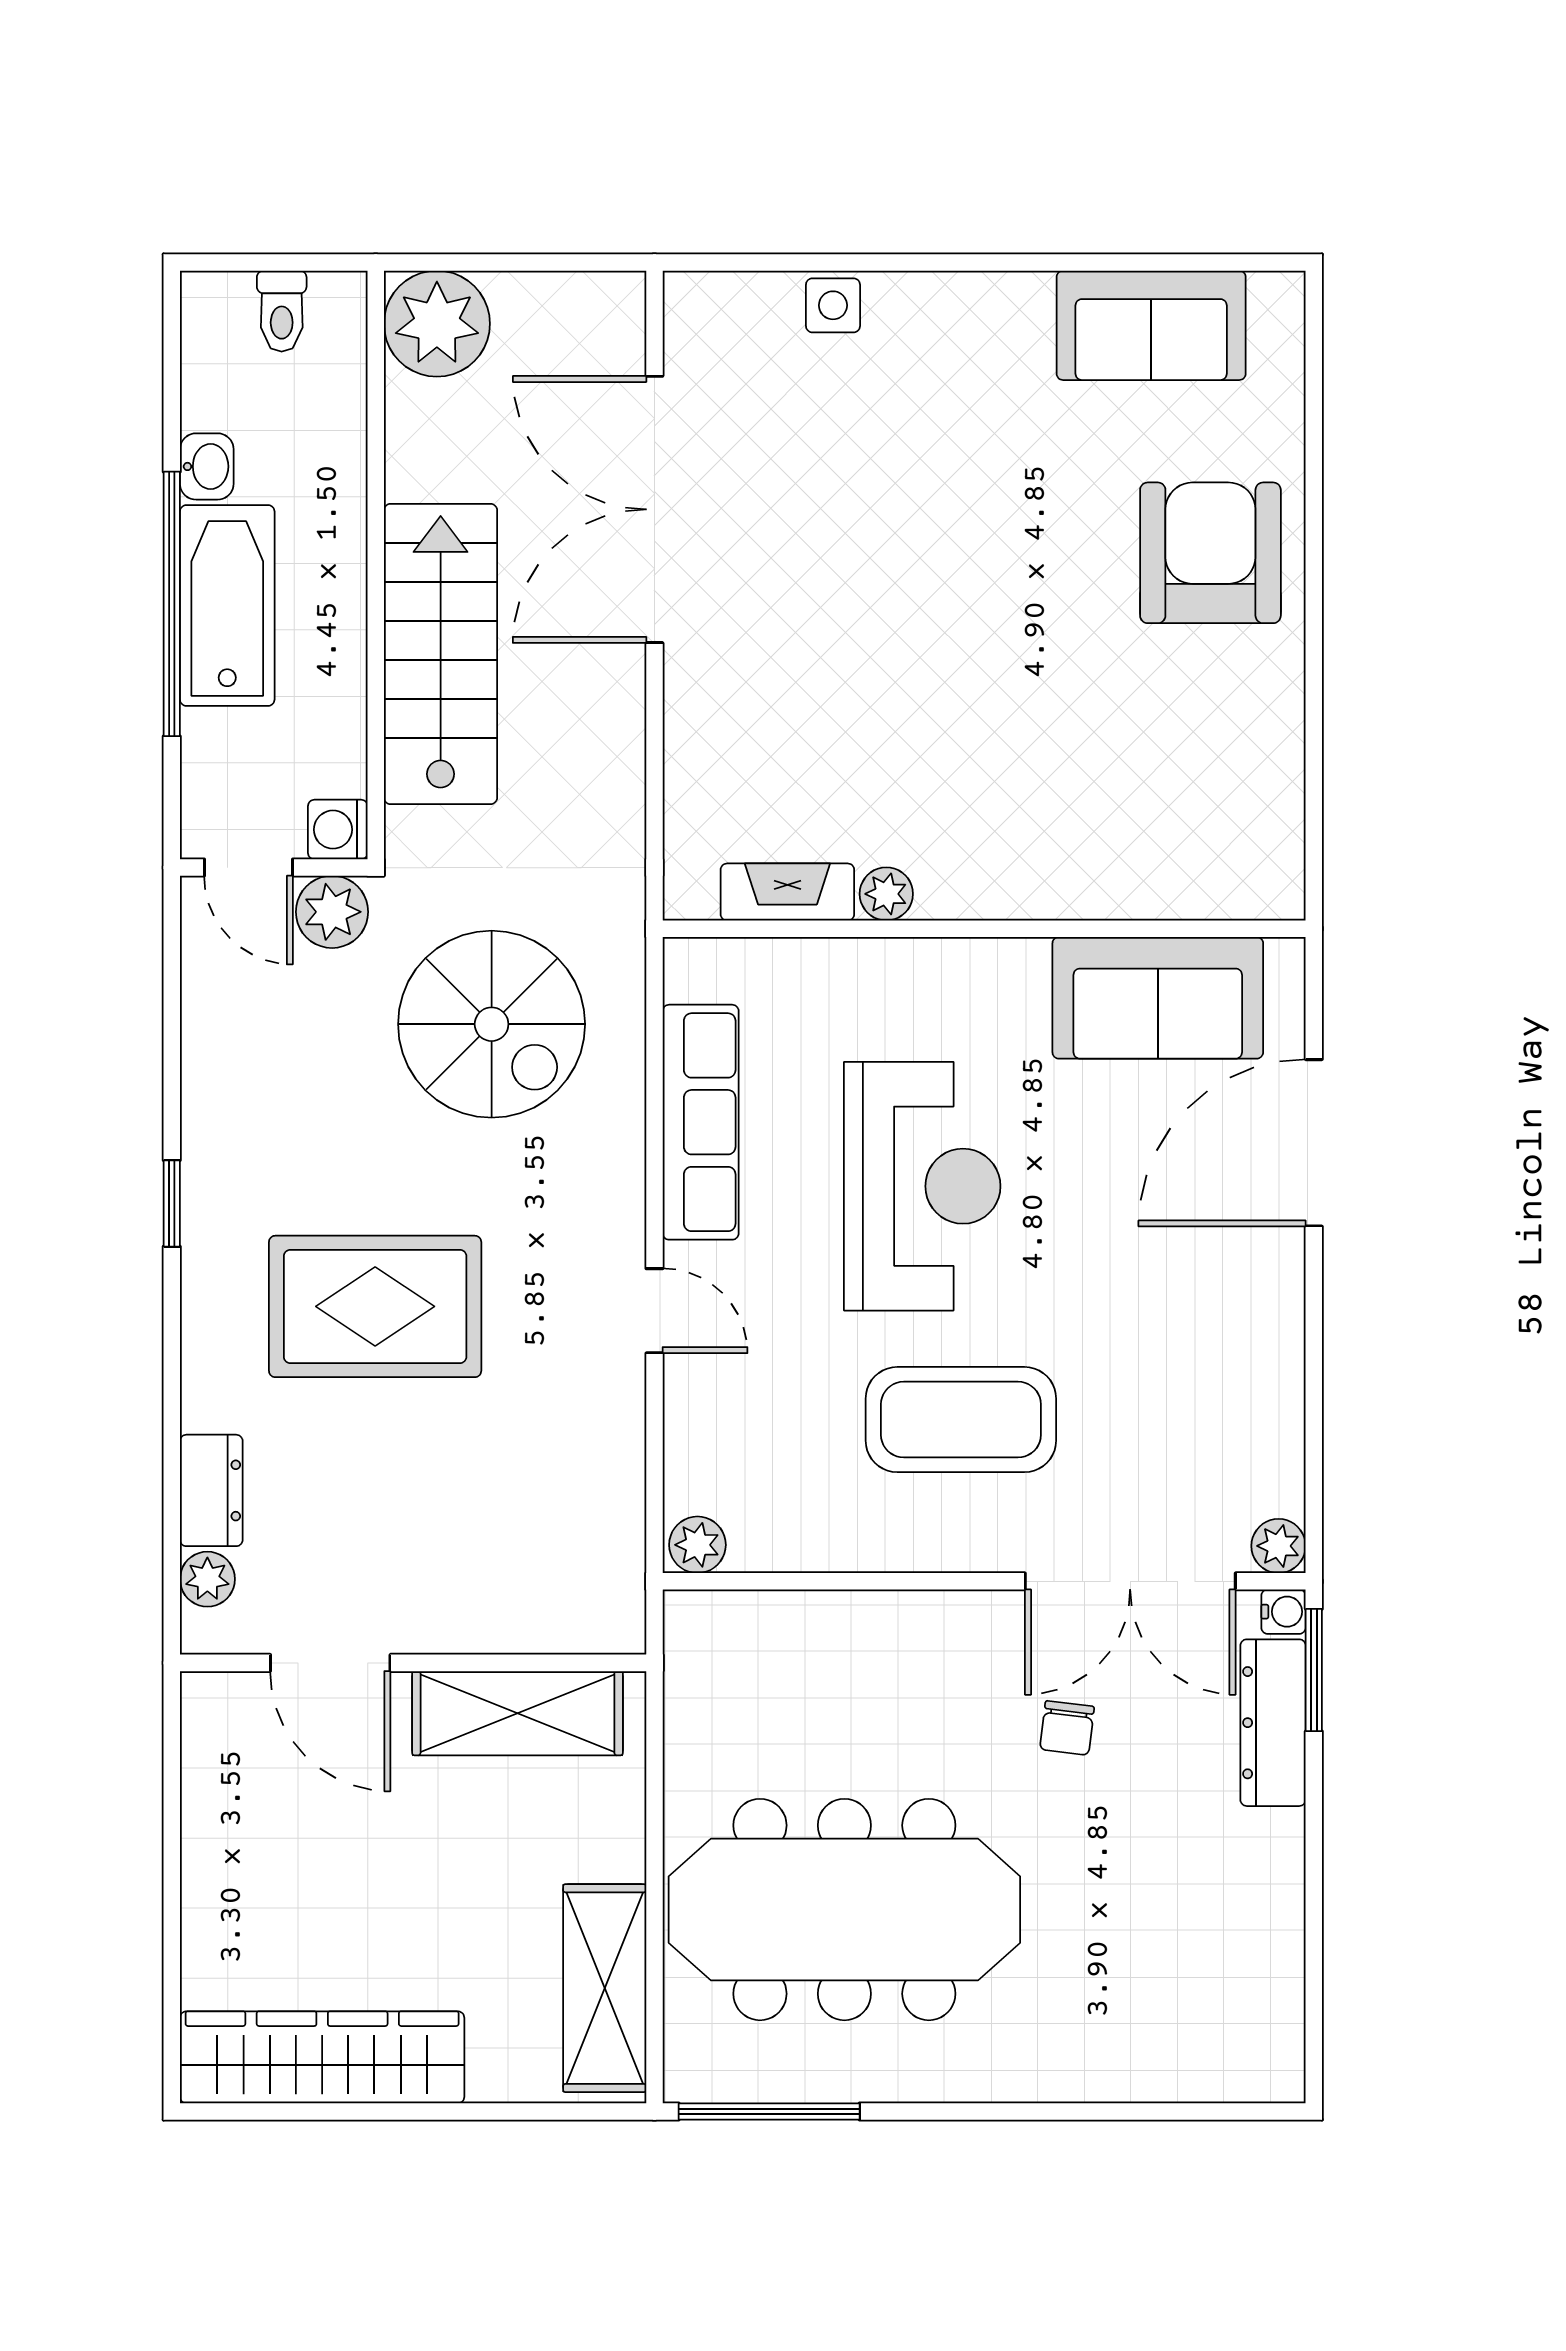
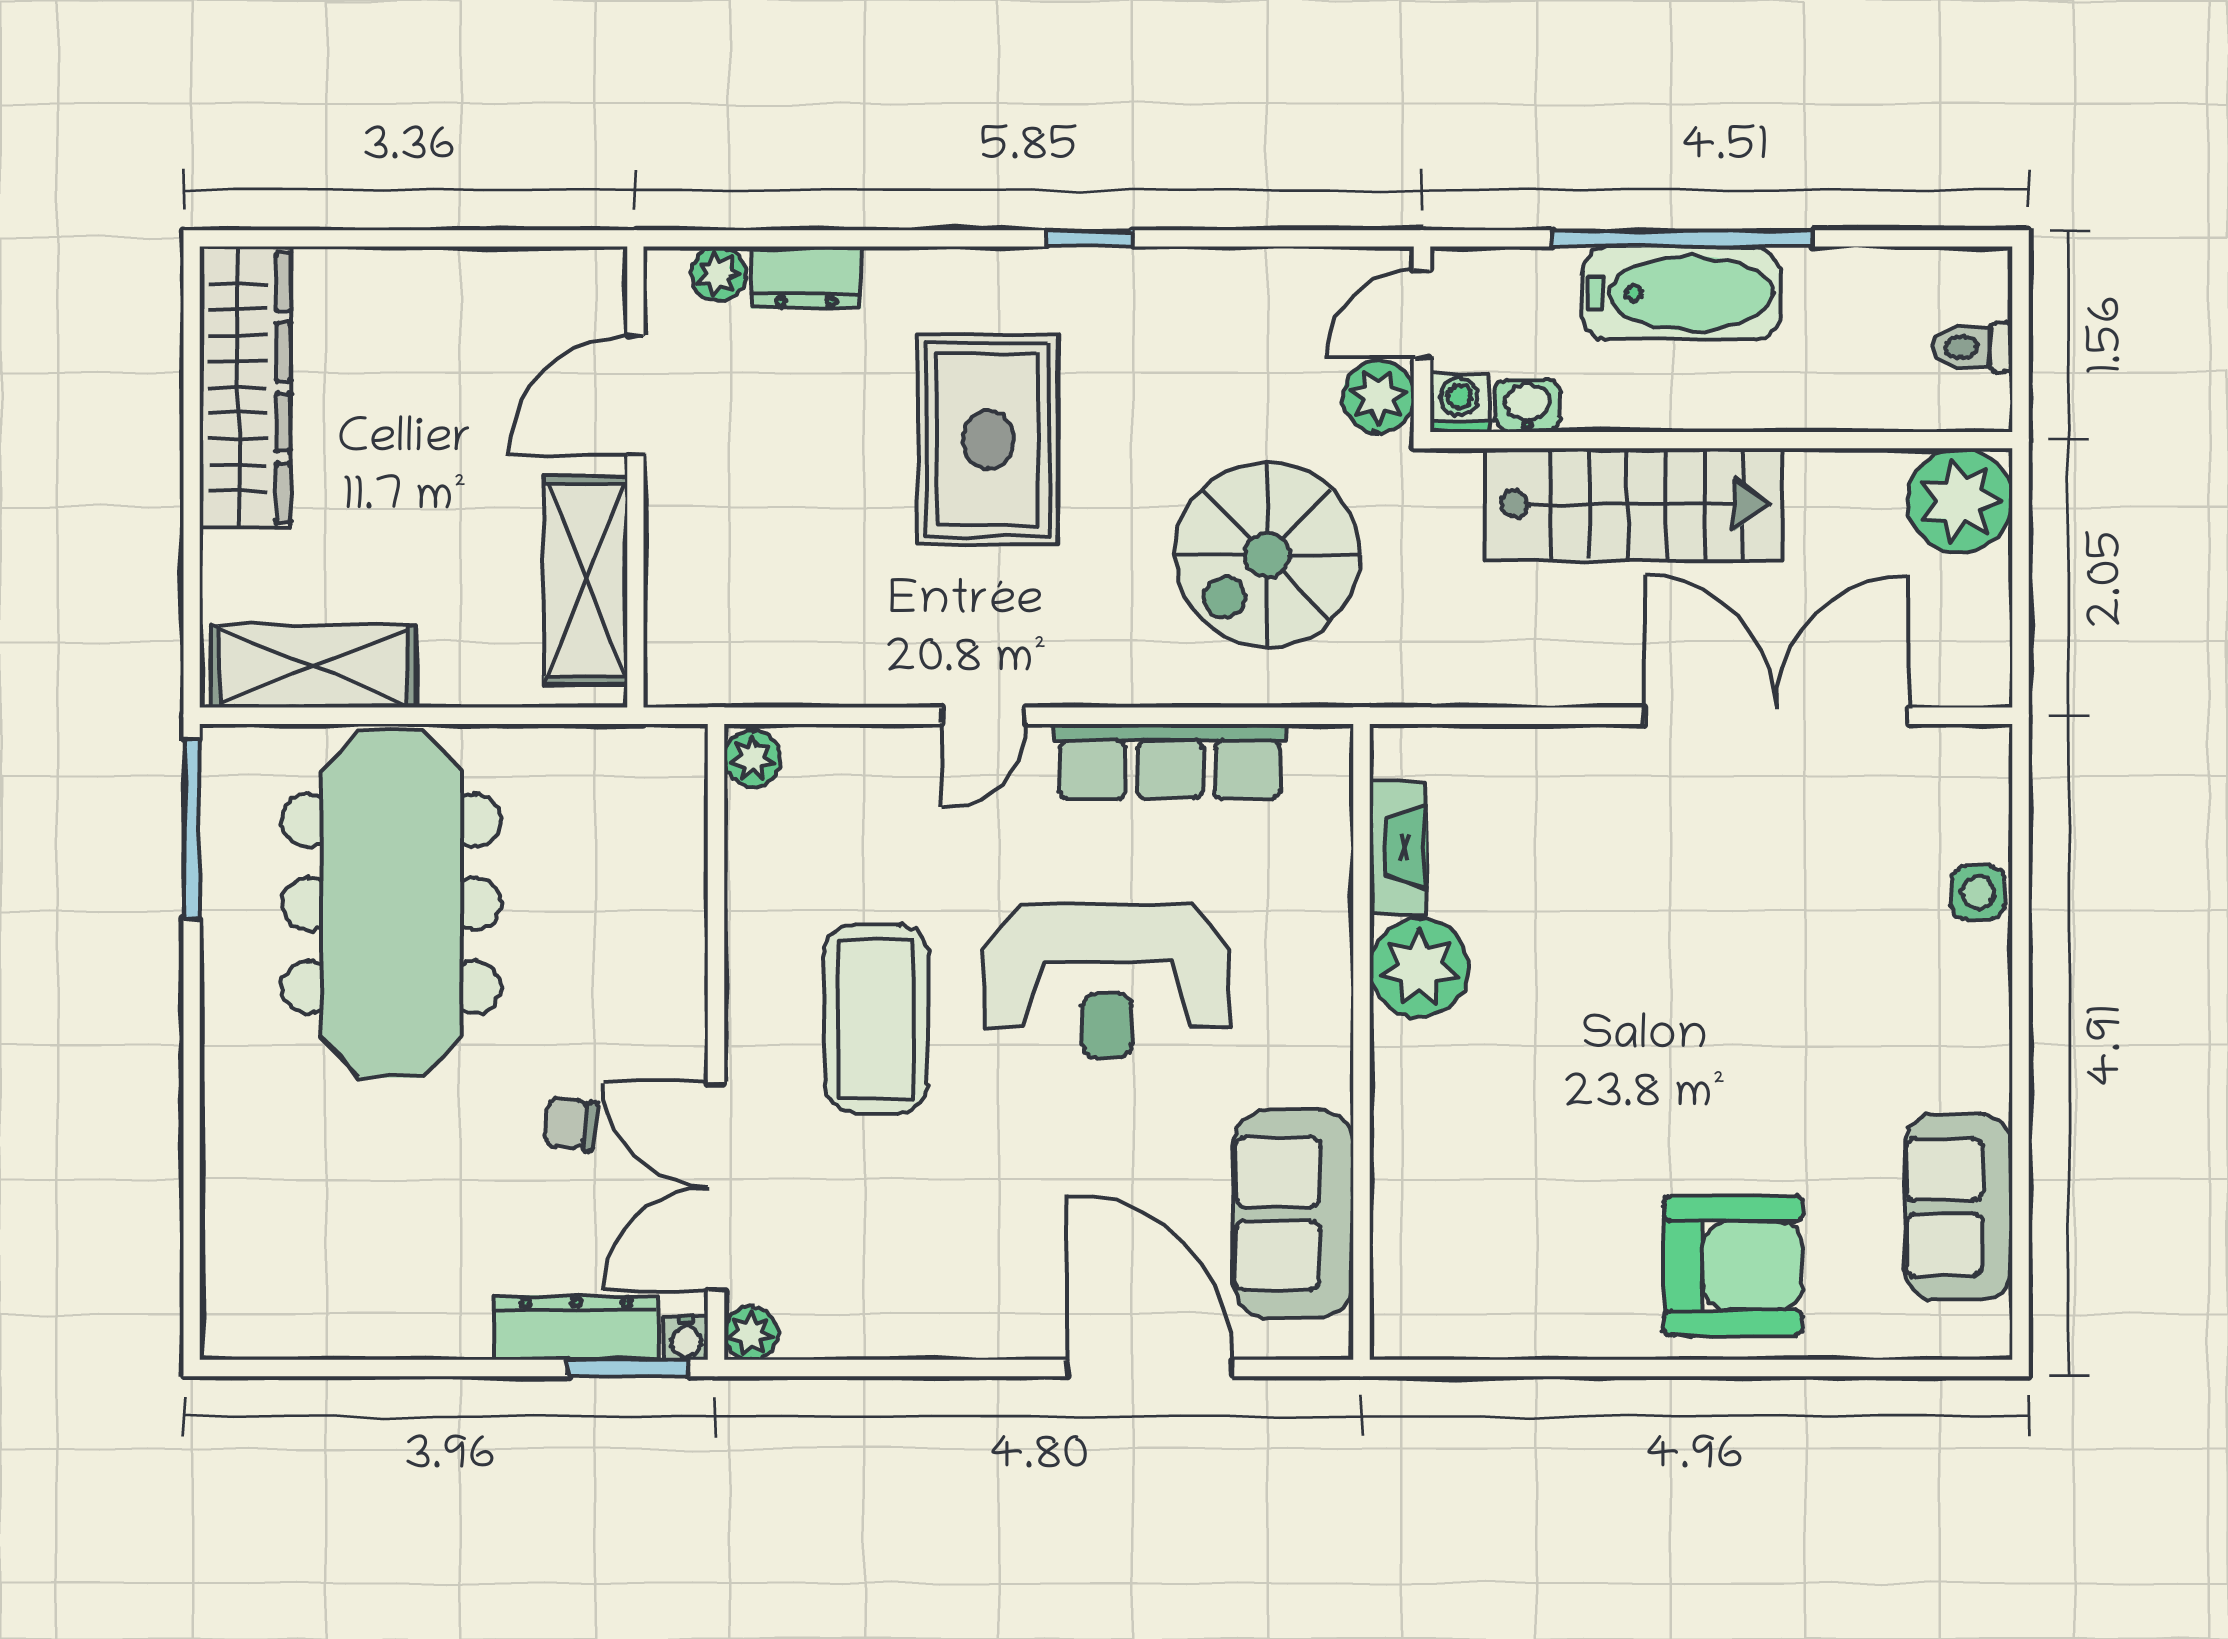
washbasin: (207, 466) -> (1527, 406), moved, turned 180
plant: (886, 894) -> (1419, 968), width x1.88, depth x1.88

